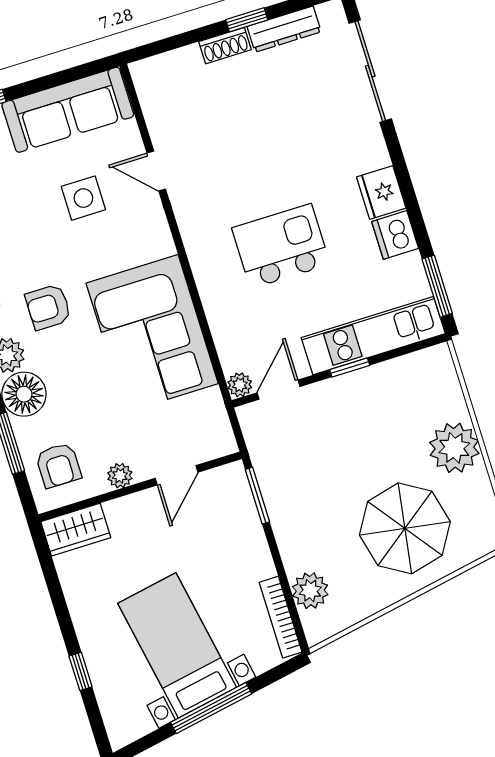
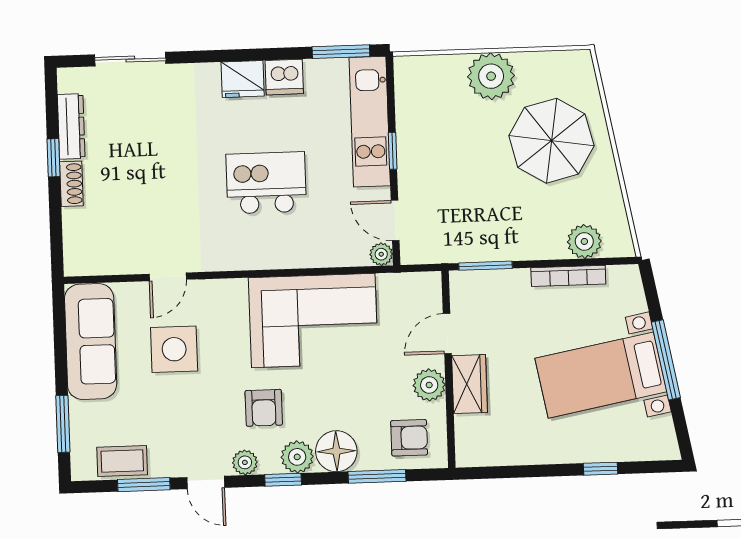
sliding door: (370, 71) -> (130, 59), width x0.73
side table: (83, 198) -> (174, 349), width x1.37, depth x1.37
kitchen island: (281, 246) -> (266, 183), turned 90
door: (177, 475) -> (447, 334), swing flipped
plant: (120, 476) -> (429, 385), width x1.38, depth x1.38
wardrobe: (76, 530) -> (470, 384), moved
bookcase: (281, 617) -> (568, 276), moved

